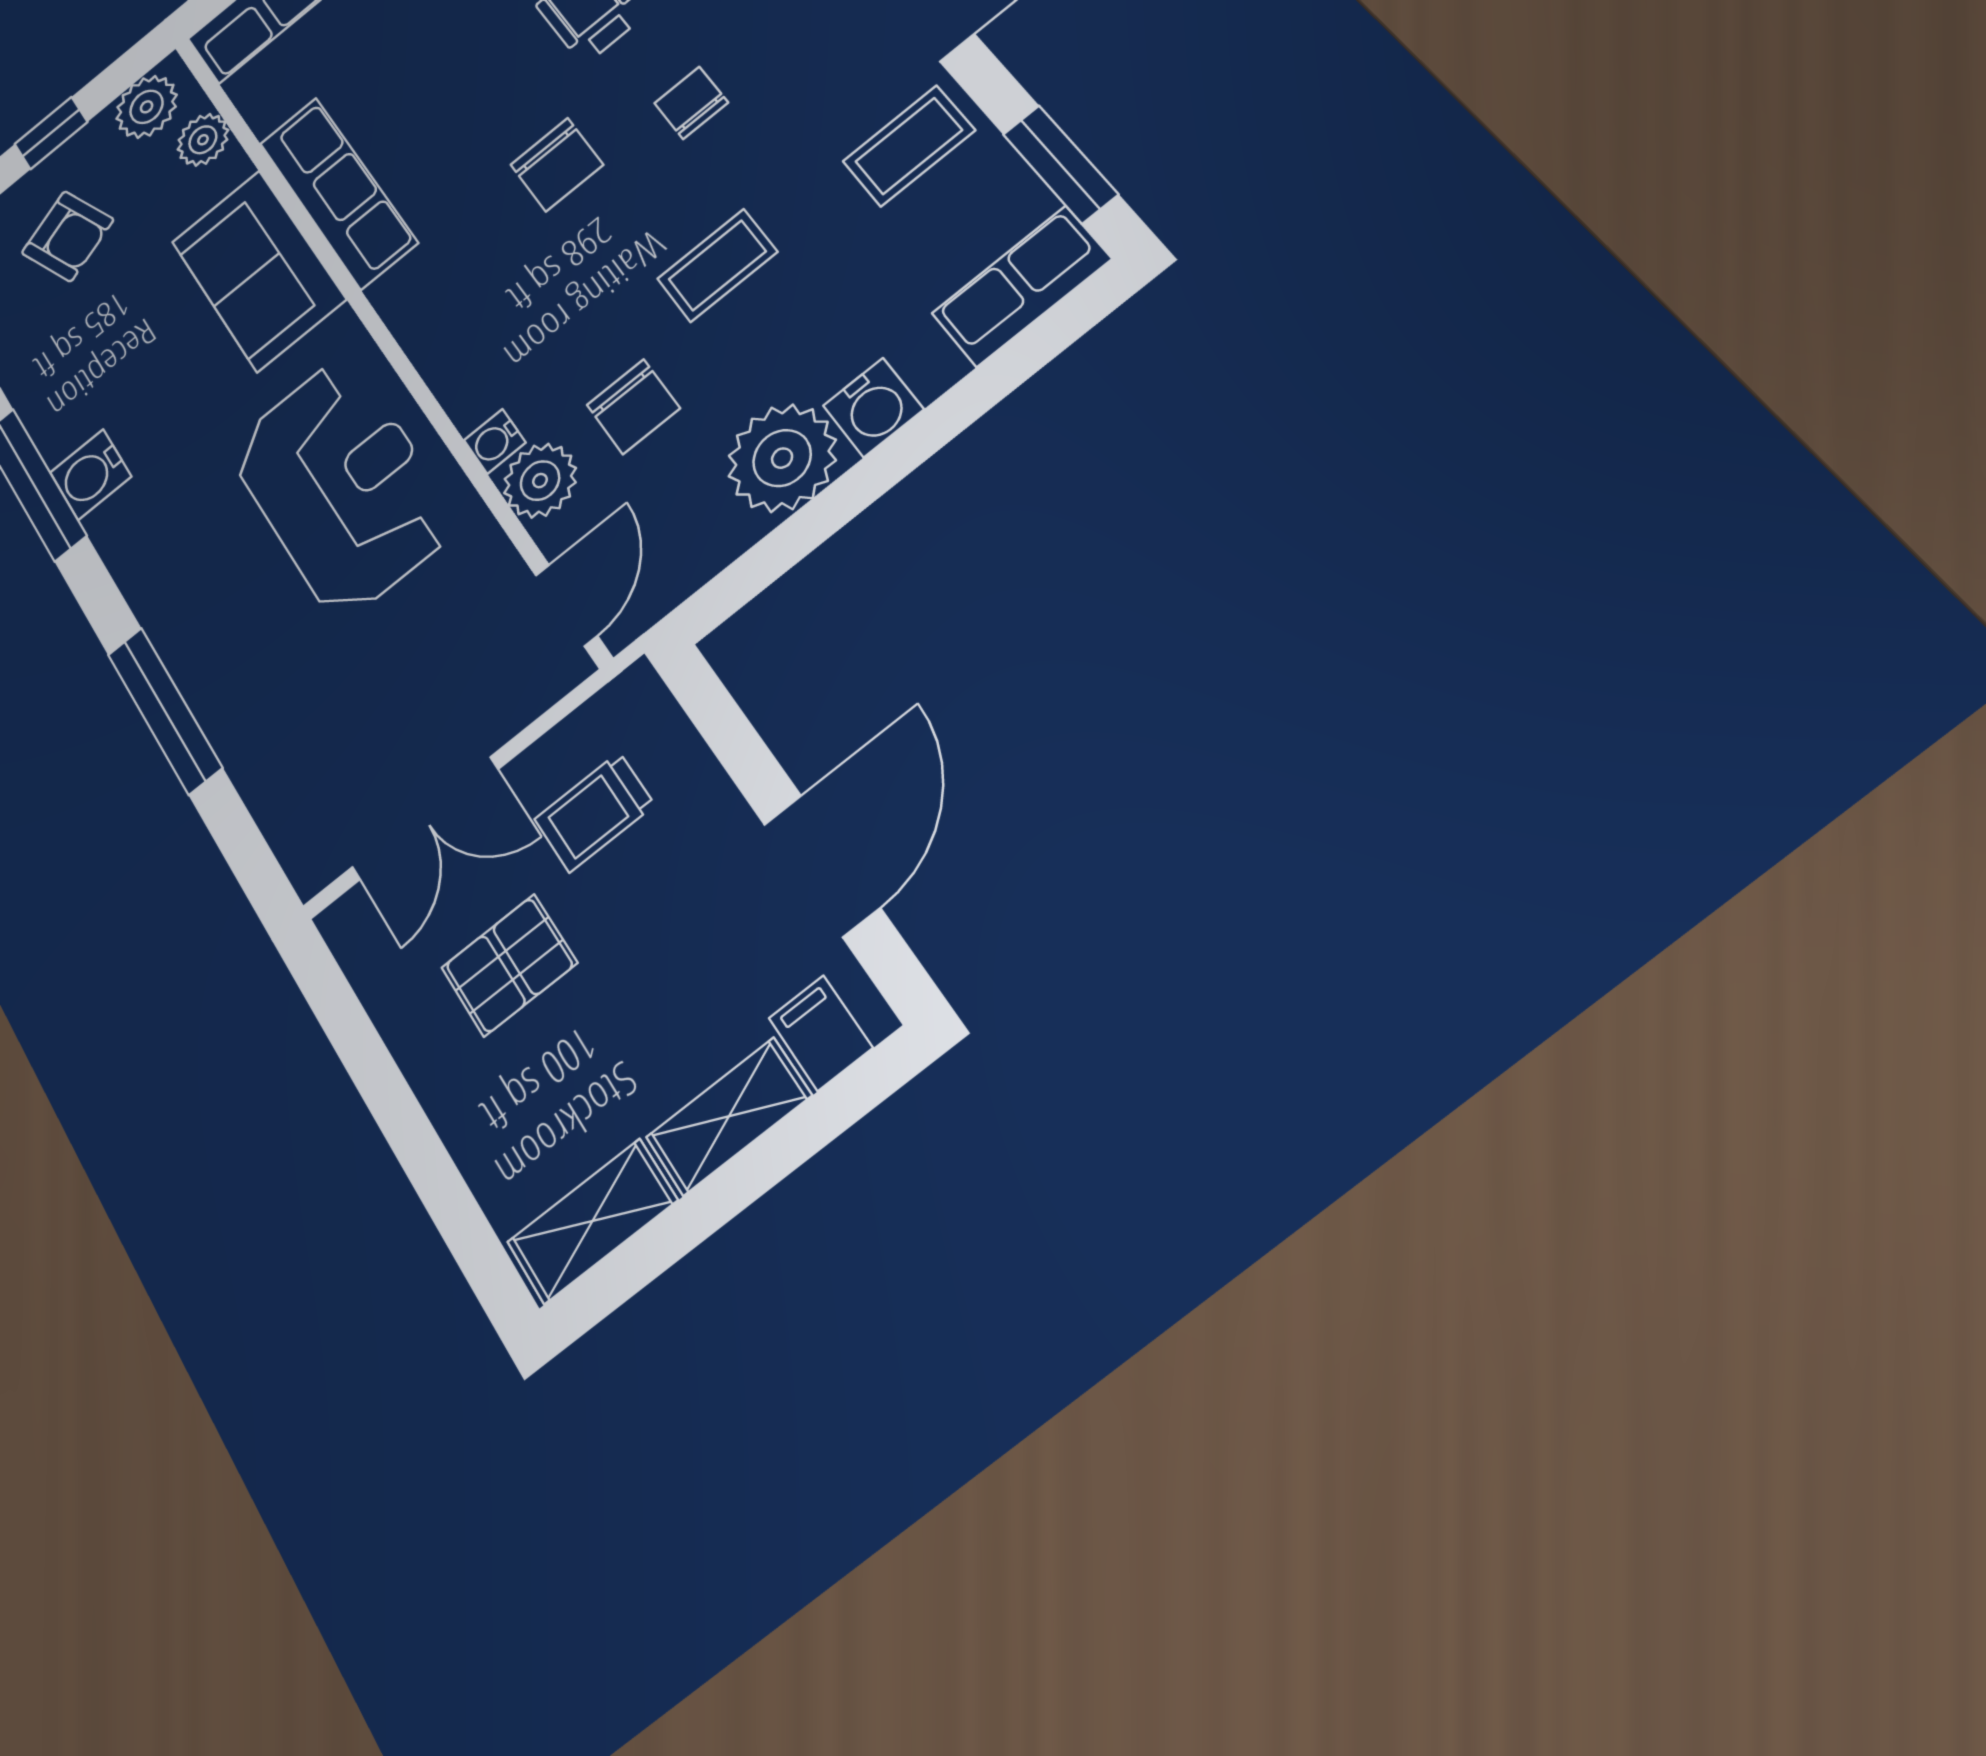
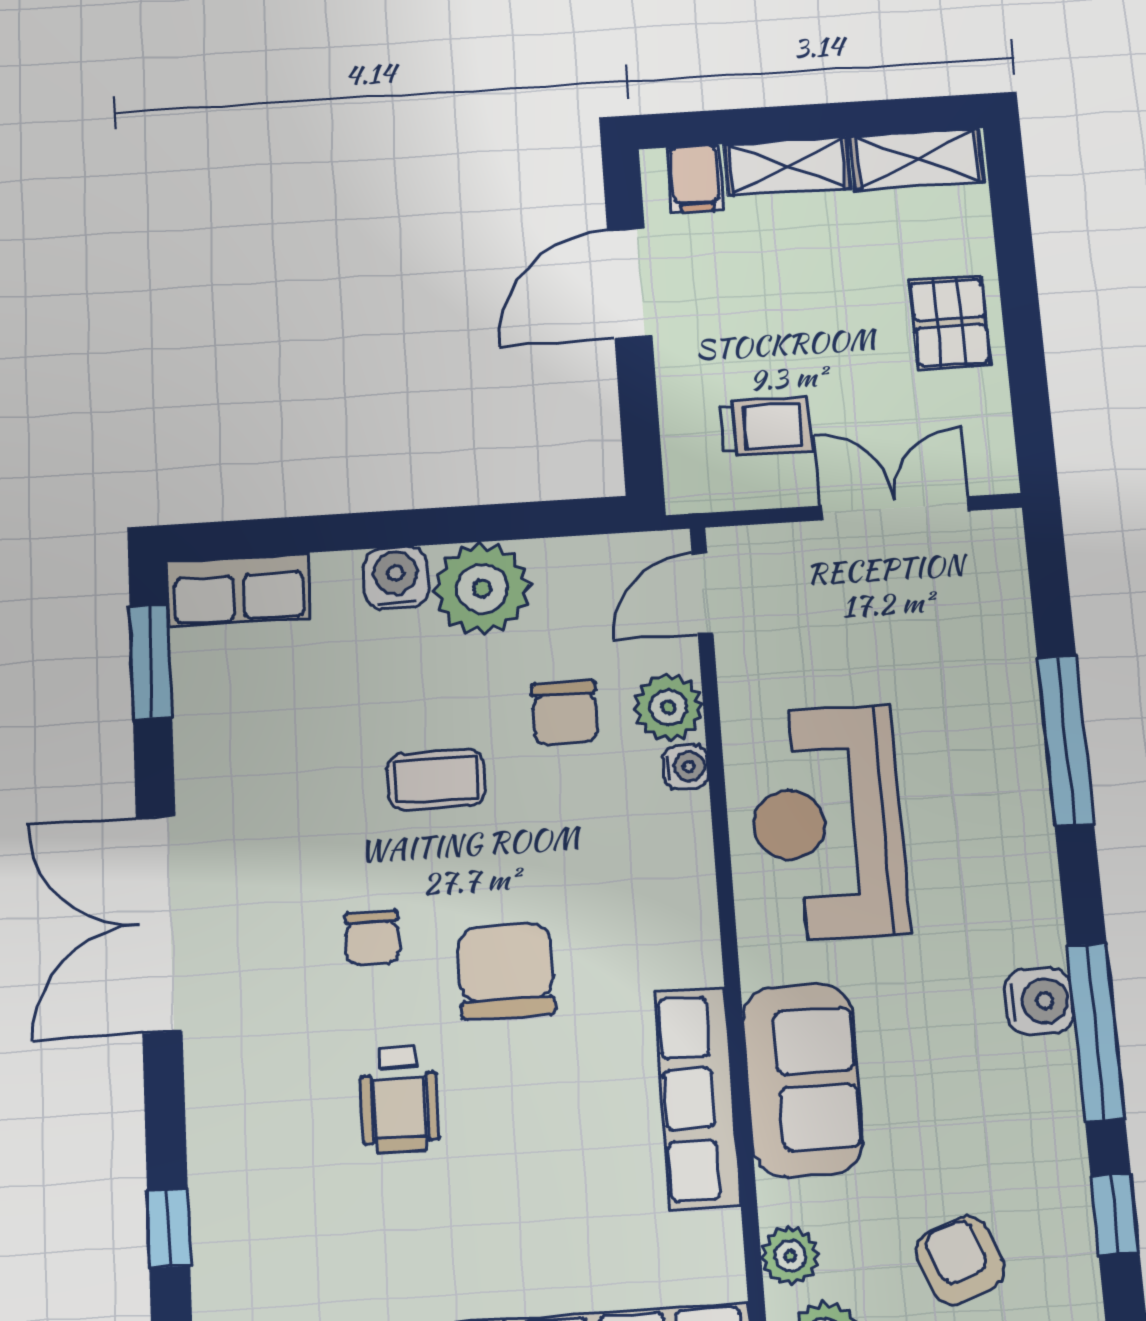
coffee table: (909, 146) -> (241, 764), removed
chair: (557, 165) -> (506, 971), width x1.37, depth x1.37
chair: (633, 407) -> (565, 713), turned 180
pallet: (509, 965) -> (950, 322), moved, turned 90

